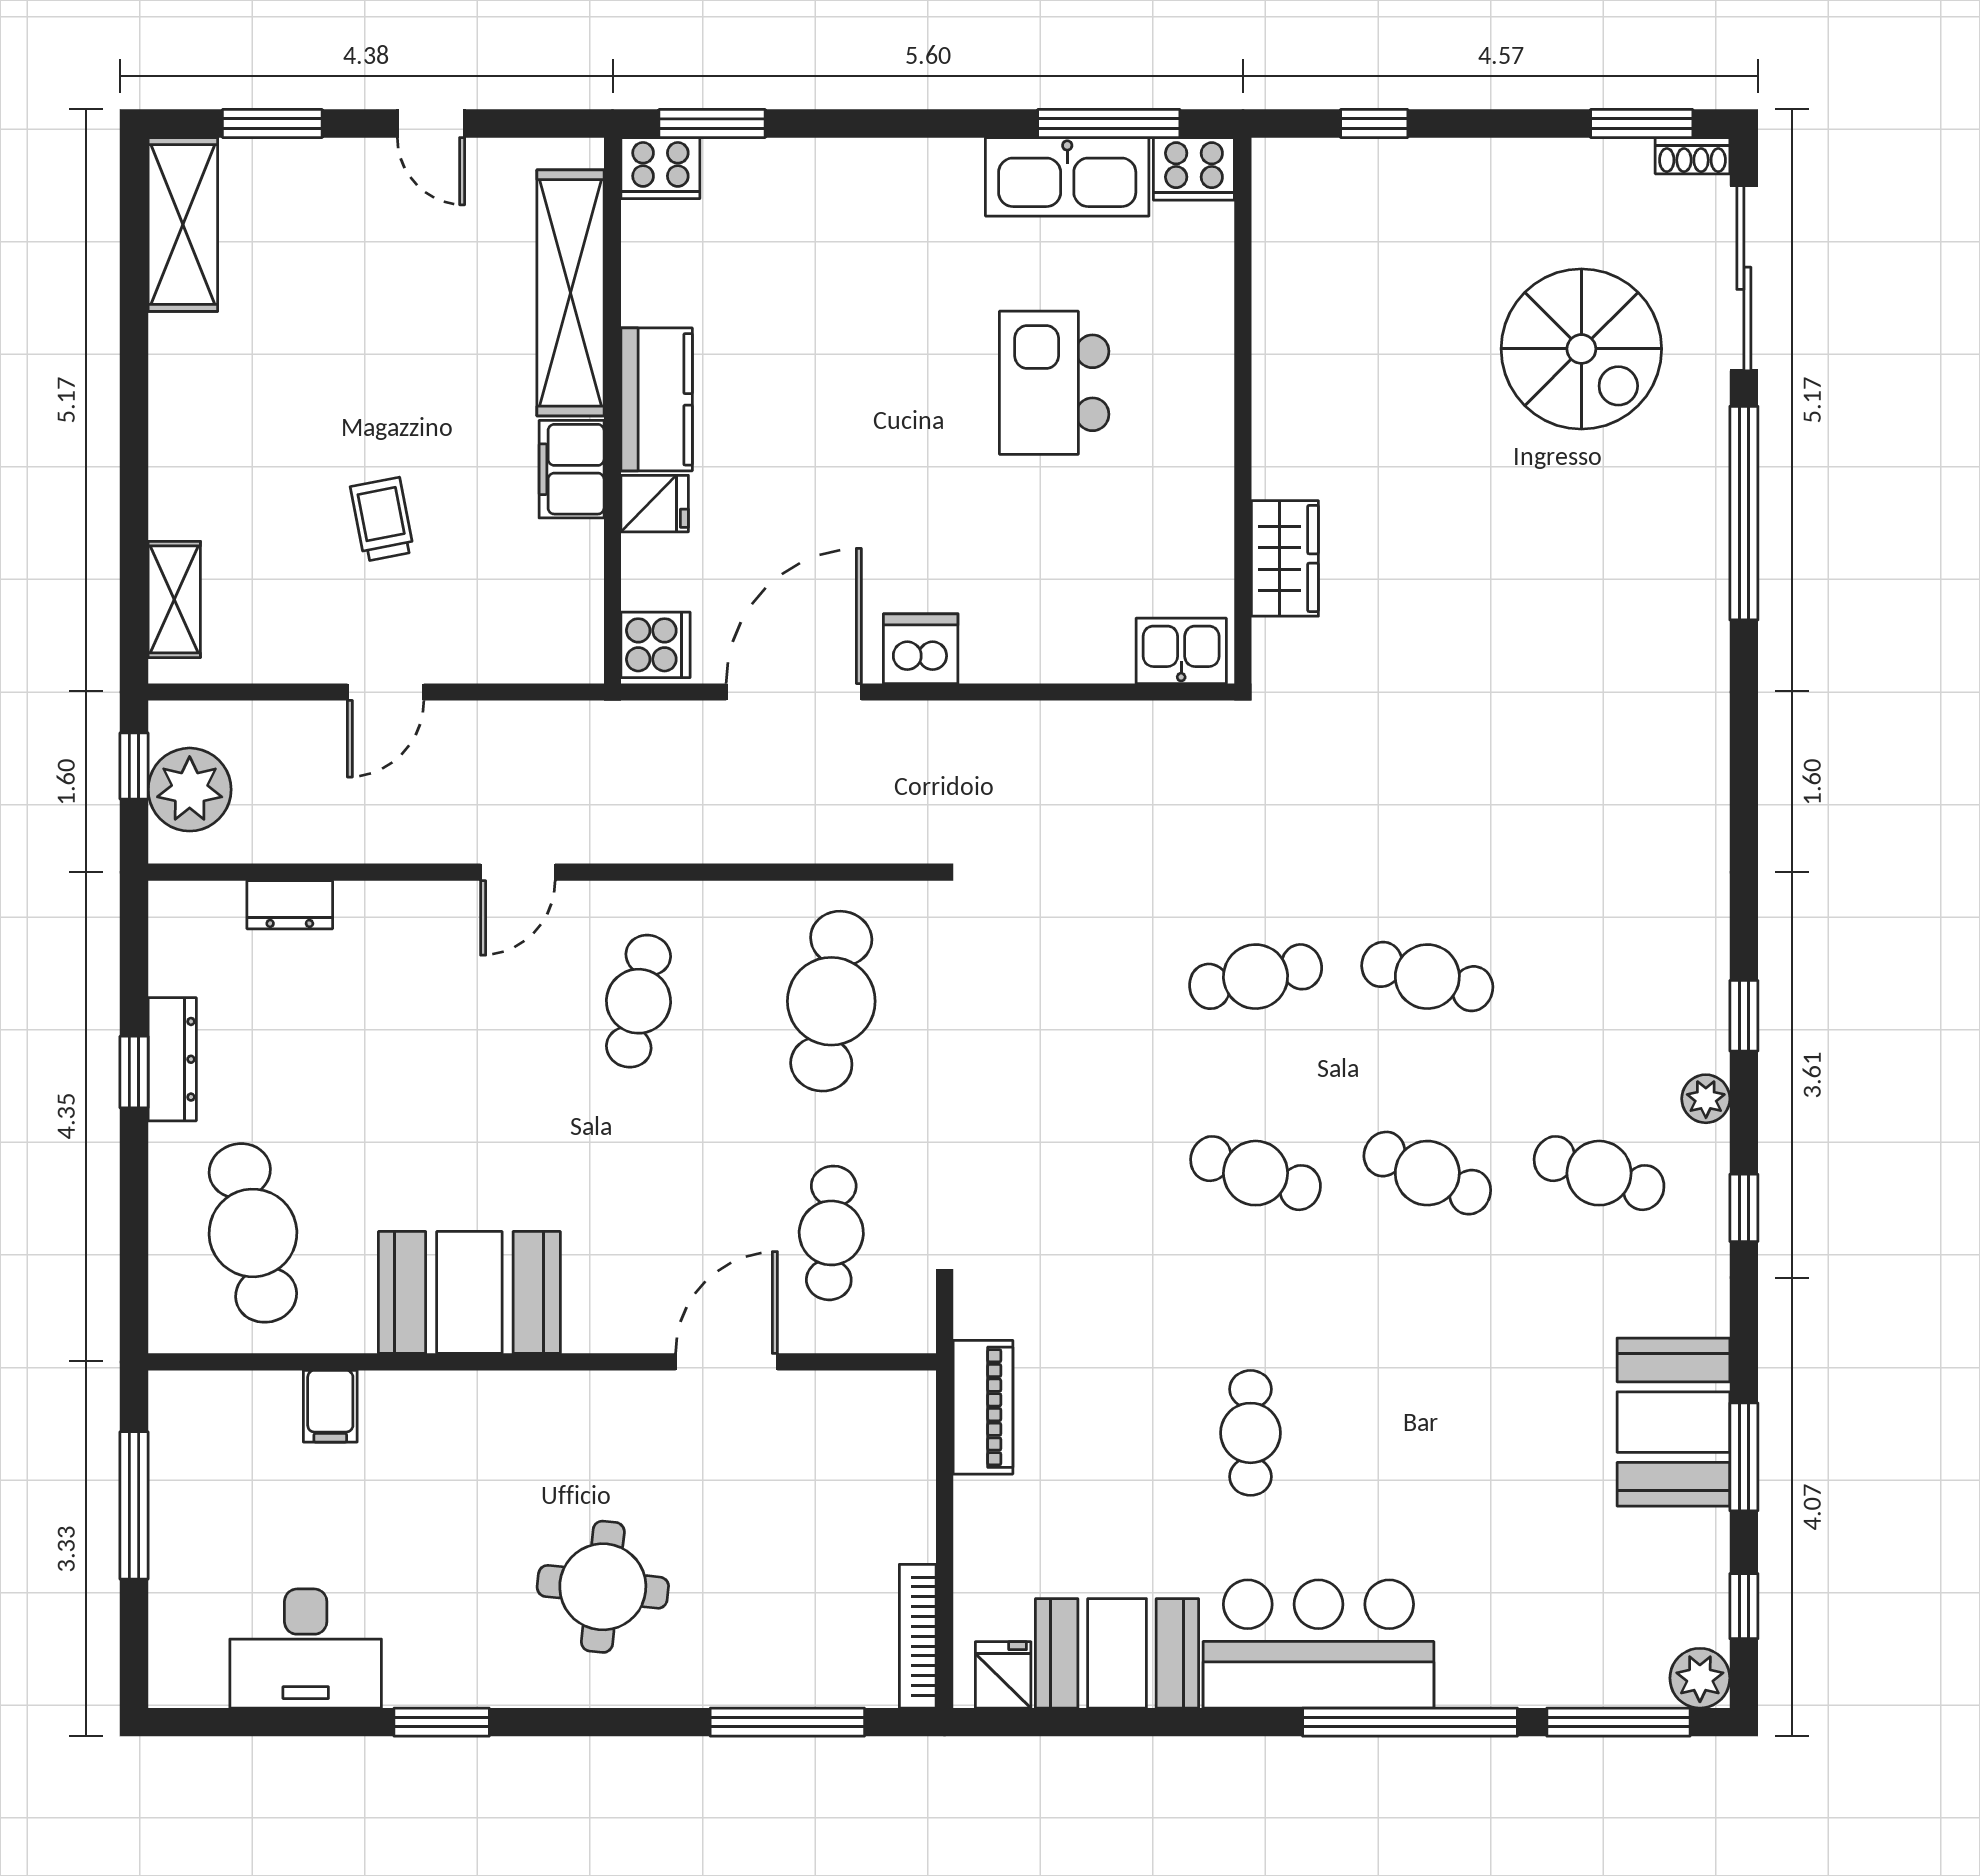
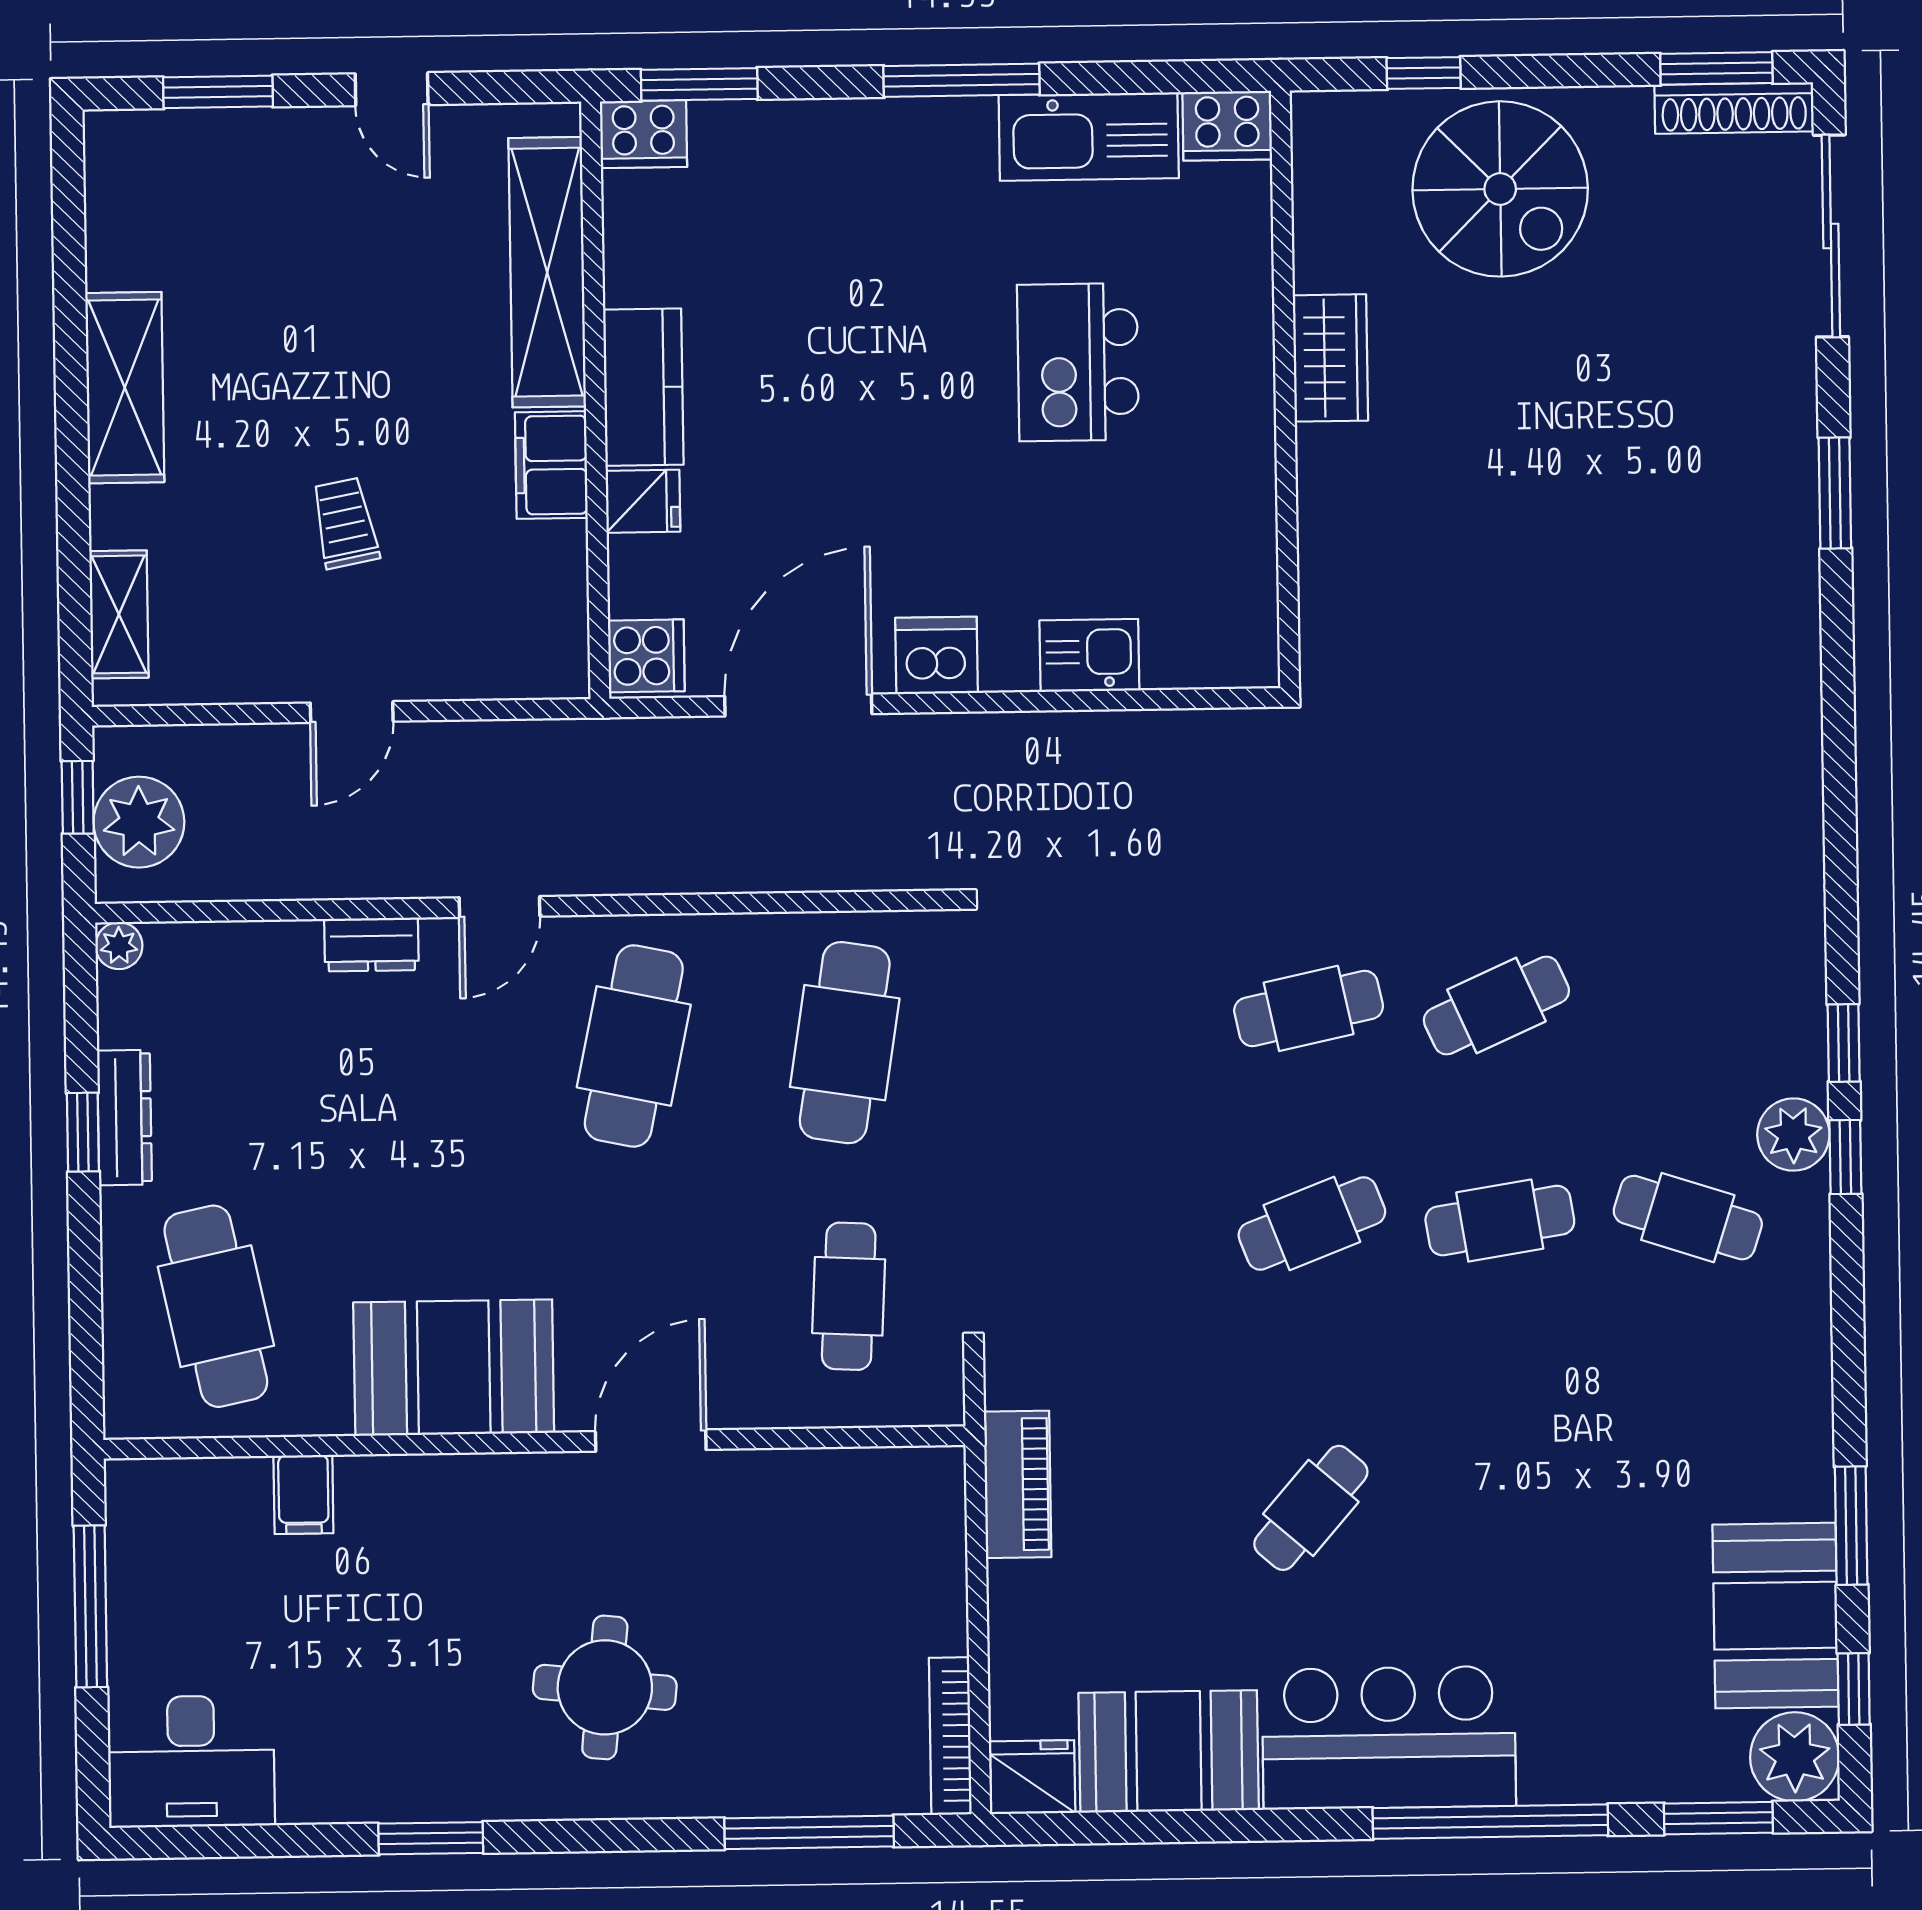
window: (1109, 124) -> (961, 80), moved
shoe rack: (1693, 156) -> (1734, 108), width x1.94, depth x1.24
shelving: (183, 225) -> (125, 388), moved
spiral stairs: (1581, 349) -> (1500, 189), moved
window: (1744, 513) -> (1835, 493), width x0.47
wardrobe: (1285, 558) -> (1330, 358), moved
kitchen sink: (1181, 651) -> (1089, 655), moved
plant: (170, 902) -> (119, 946), added
dresser: (290, 905) -> (371, 945), moved
cafe table: (1427, 977) -> (1496, 1006), turned -39
cafe table: (638, 1001) -> (634, 1046), width x1.37, depth x1.35
plant: (1706, 1099) -> (1793, 1135), width x1.38, depth x1.38
cafe table: (1256, 1173) -> (1312, 1223), turned -39
cafe table: (1427, 1173) -> (1500, 1221), turned -33
window: (1744, 1208) -> (1845, 1157), moved
door: (726, 1362) -> (651, 1441), moved
booth: (1673, 1422) -> (1775, 1616), moved
cafe table: (1251, 1433) -> (1311, 1508), turned 41
desk: (306, 1649) -> (191, 1761), moved
fridge: (1003, 1675) -> (1033, 1777), width x1.38
plant: (1700, 1678) -> (1795, 1757), width x1.36, depth x1.36
window: (1618, 1722) -> (1718, 1818), width x0.69

